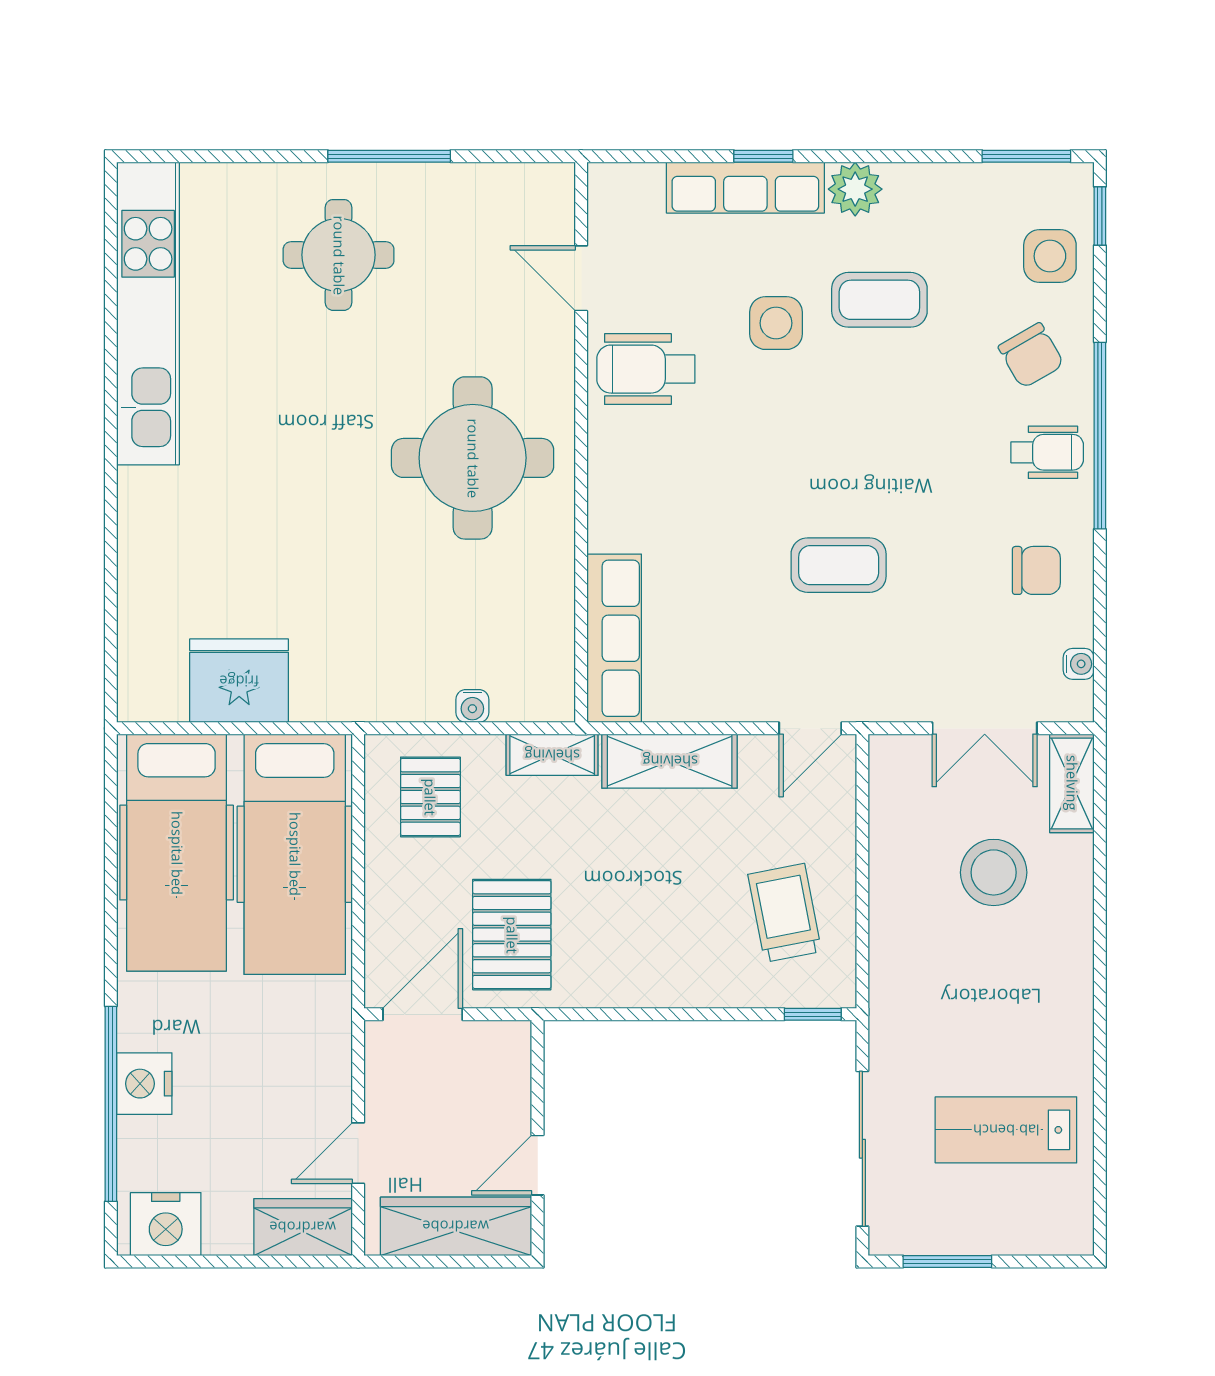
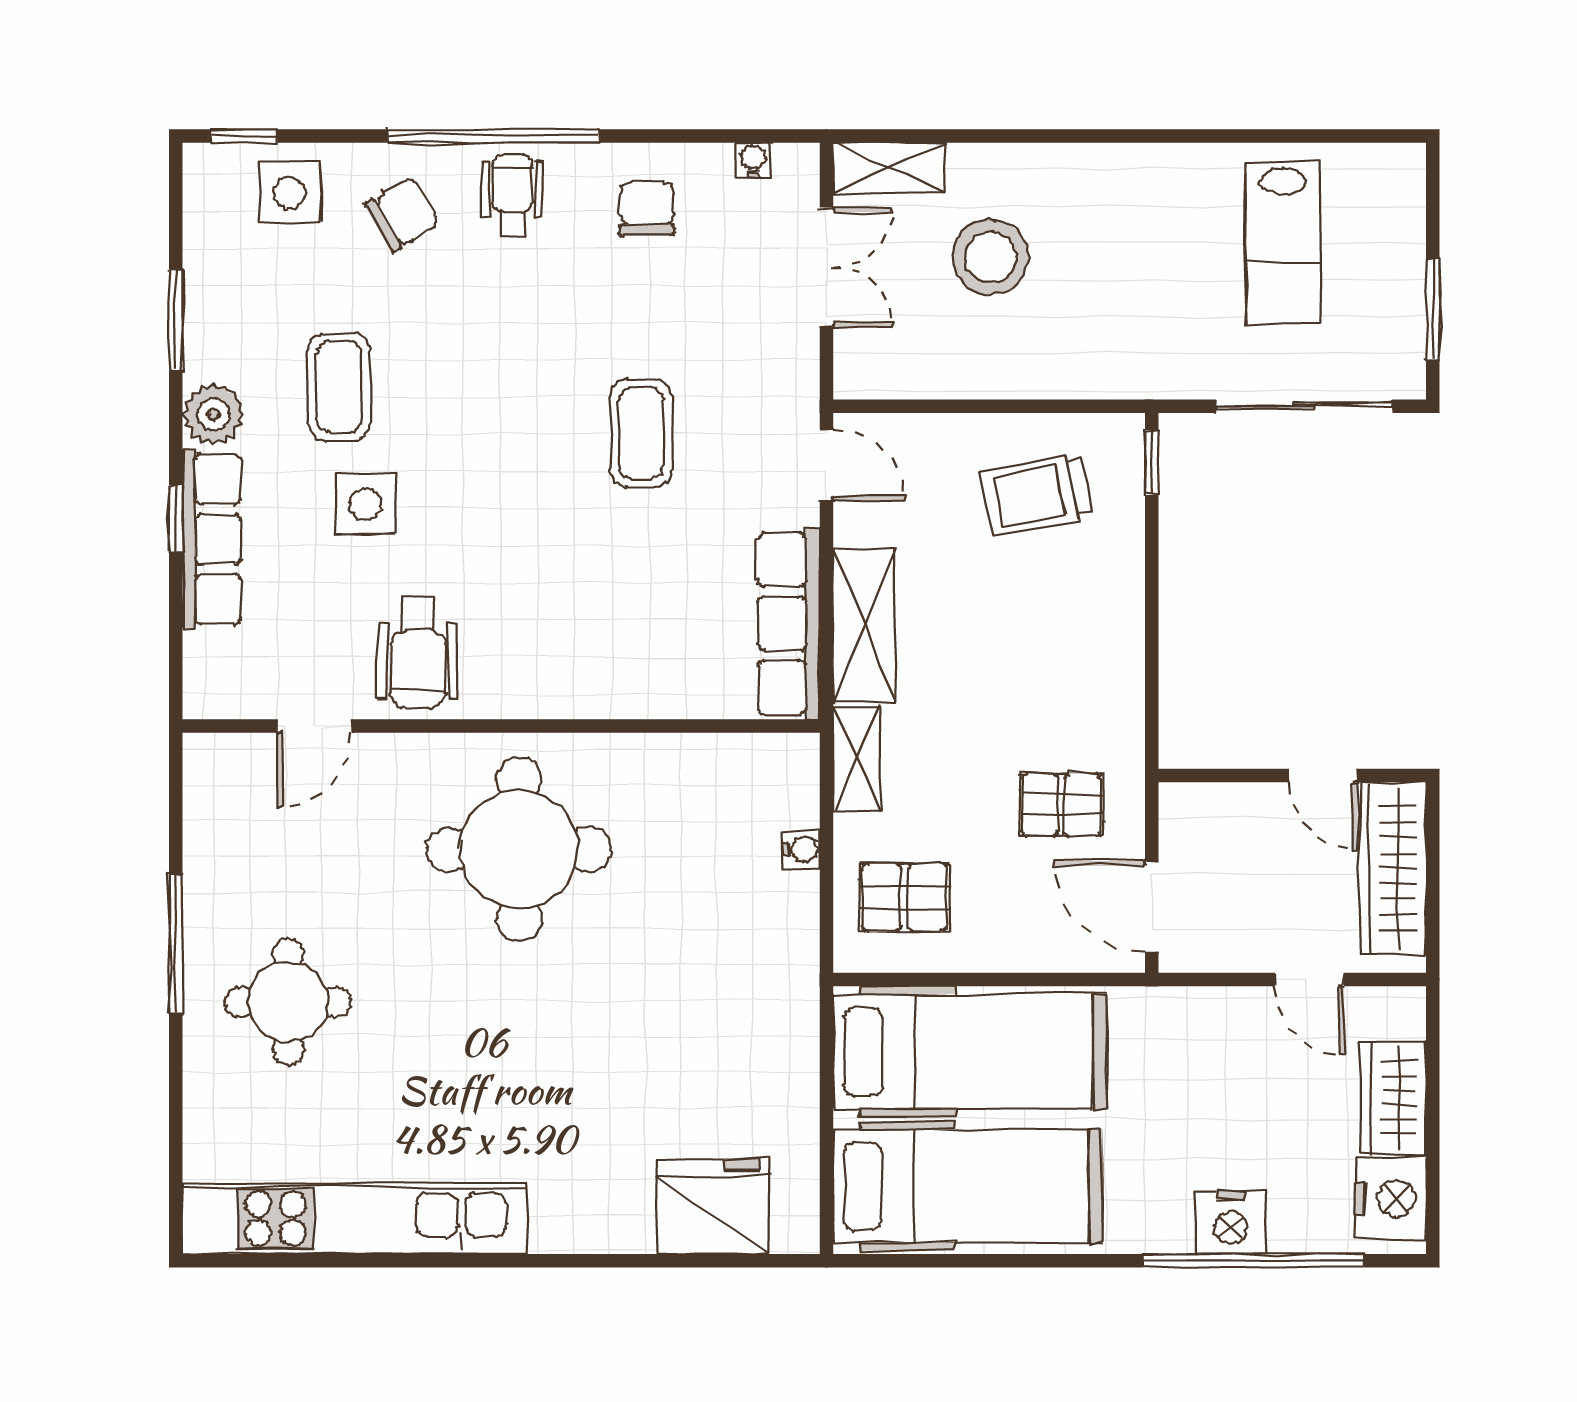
window: (1026, 156) -> (176, 320), moved
row of seats: (614, 638) -> (789, 624), moved, turned -90
fridge: (239, 681) -> (713, 1207), moved, turned 90
pallet: (512, 935) -> (1061, 805), width x0.67, depth x0.71
wardrobe: (303, 1227) -> (1394, 1098), moved

